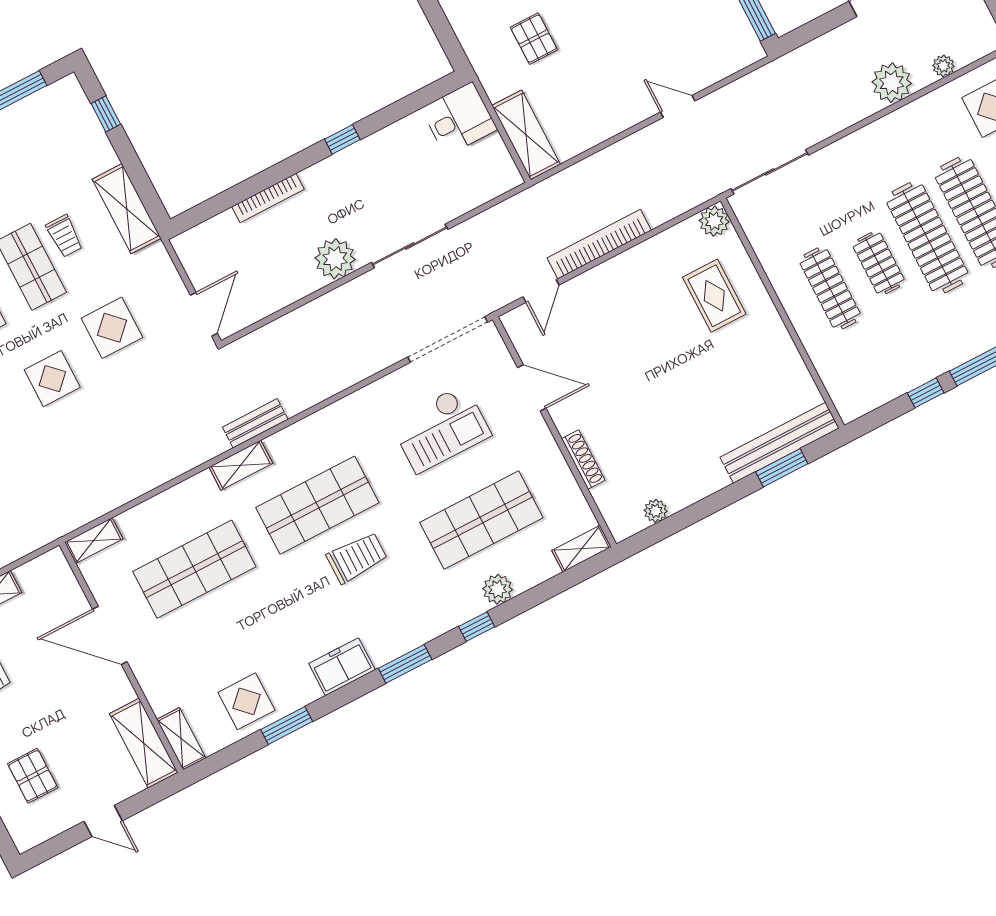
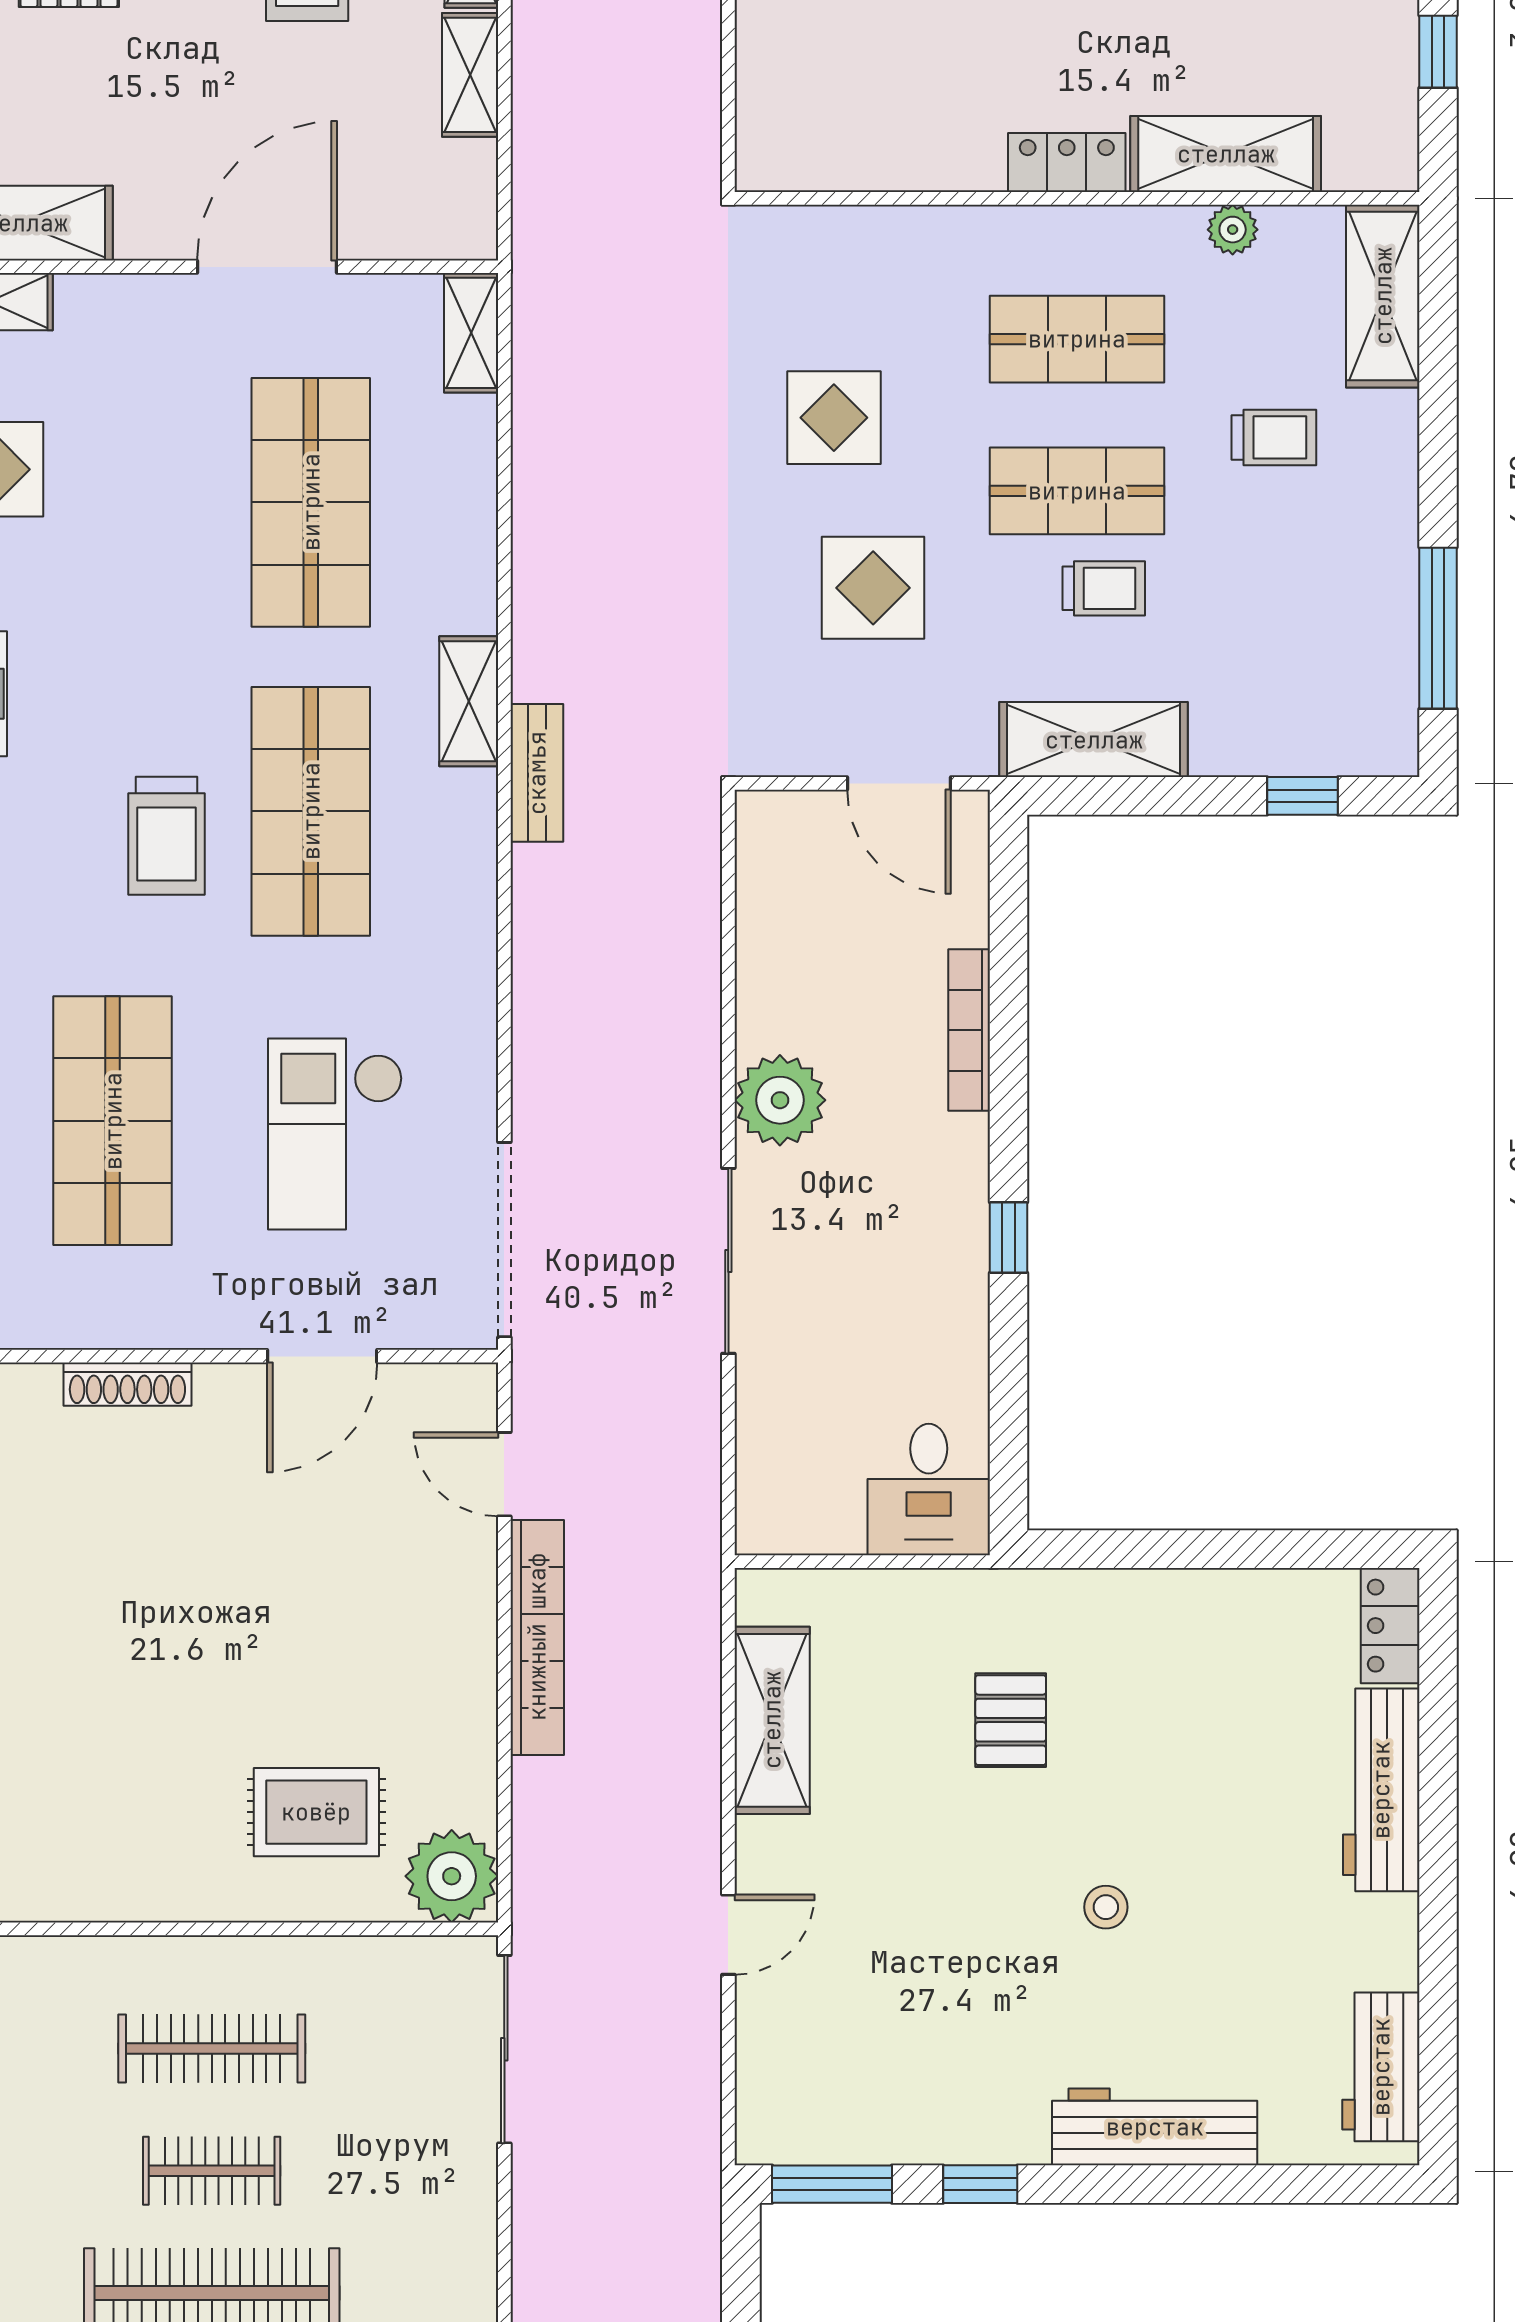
pallet: (534, 39) -> (1011, 1720), turned 90
shelving: (526, 135) -> (772, 1720), moved, turned 90
plant: (714, 221) -> (452, 1876), width x1.36, depth x1.36
trolley: (64, 236) -> (1104, 588), turned 180
door: (204, 314) -> (899, 783), moved

